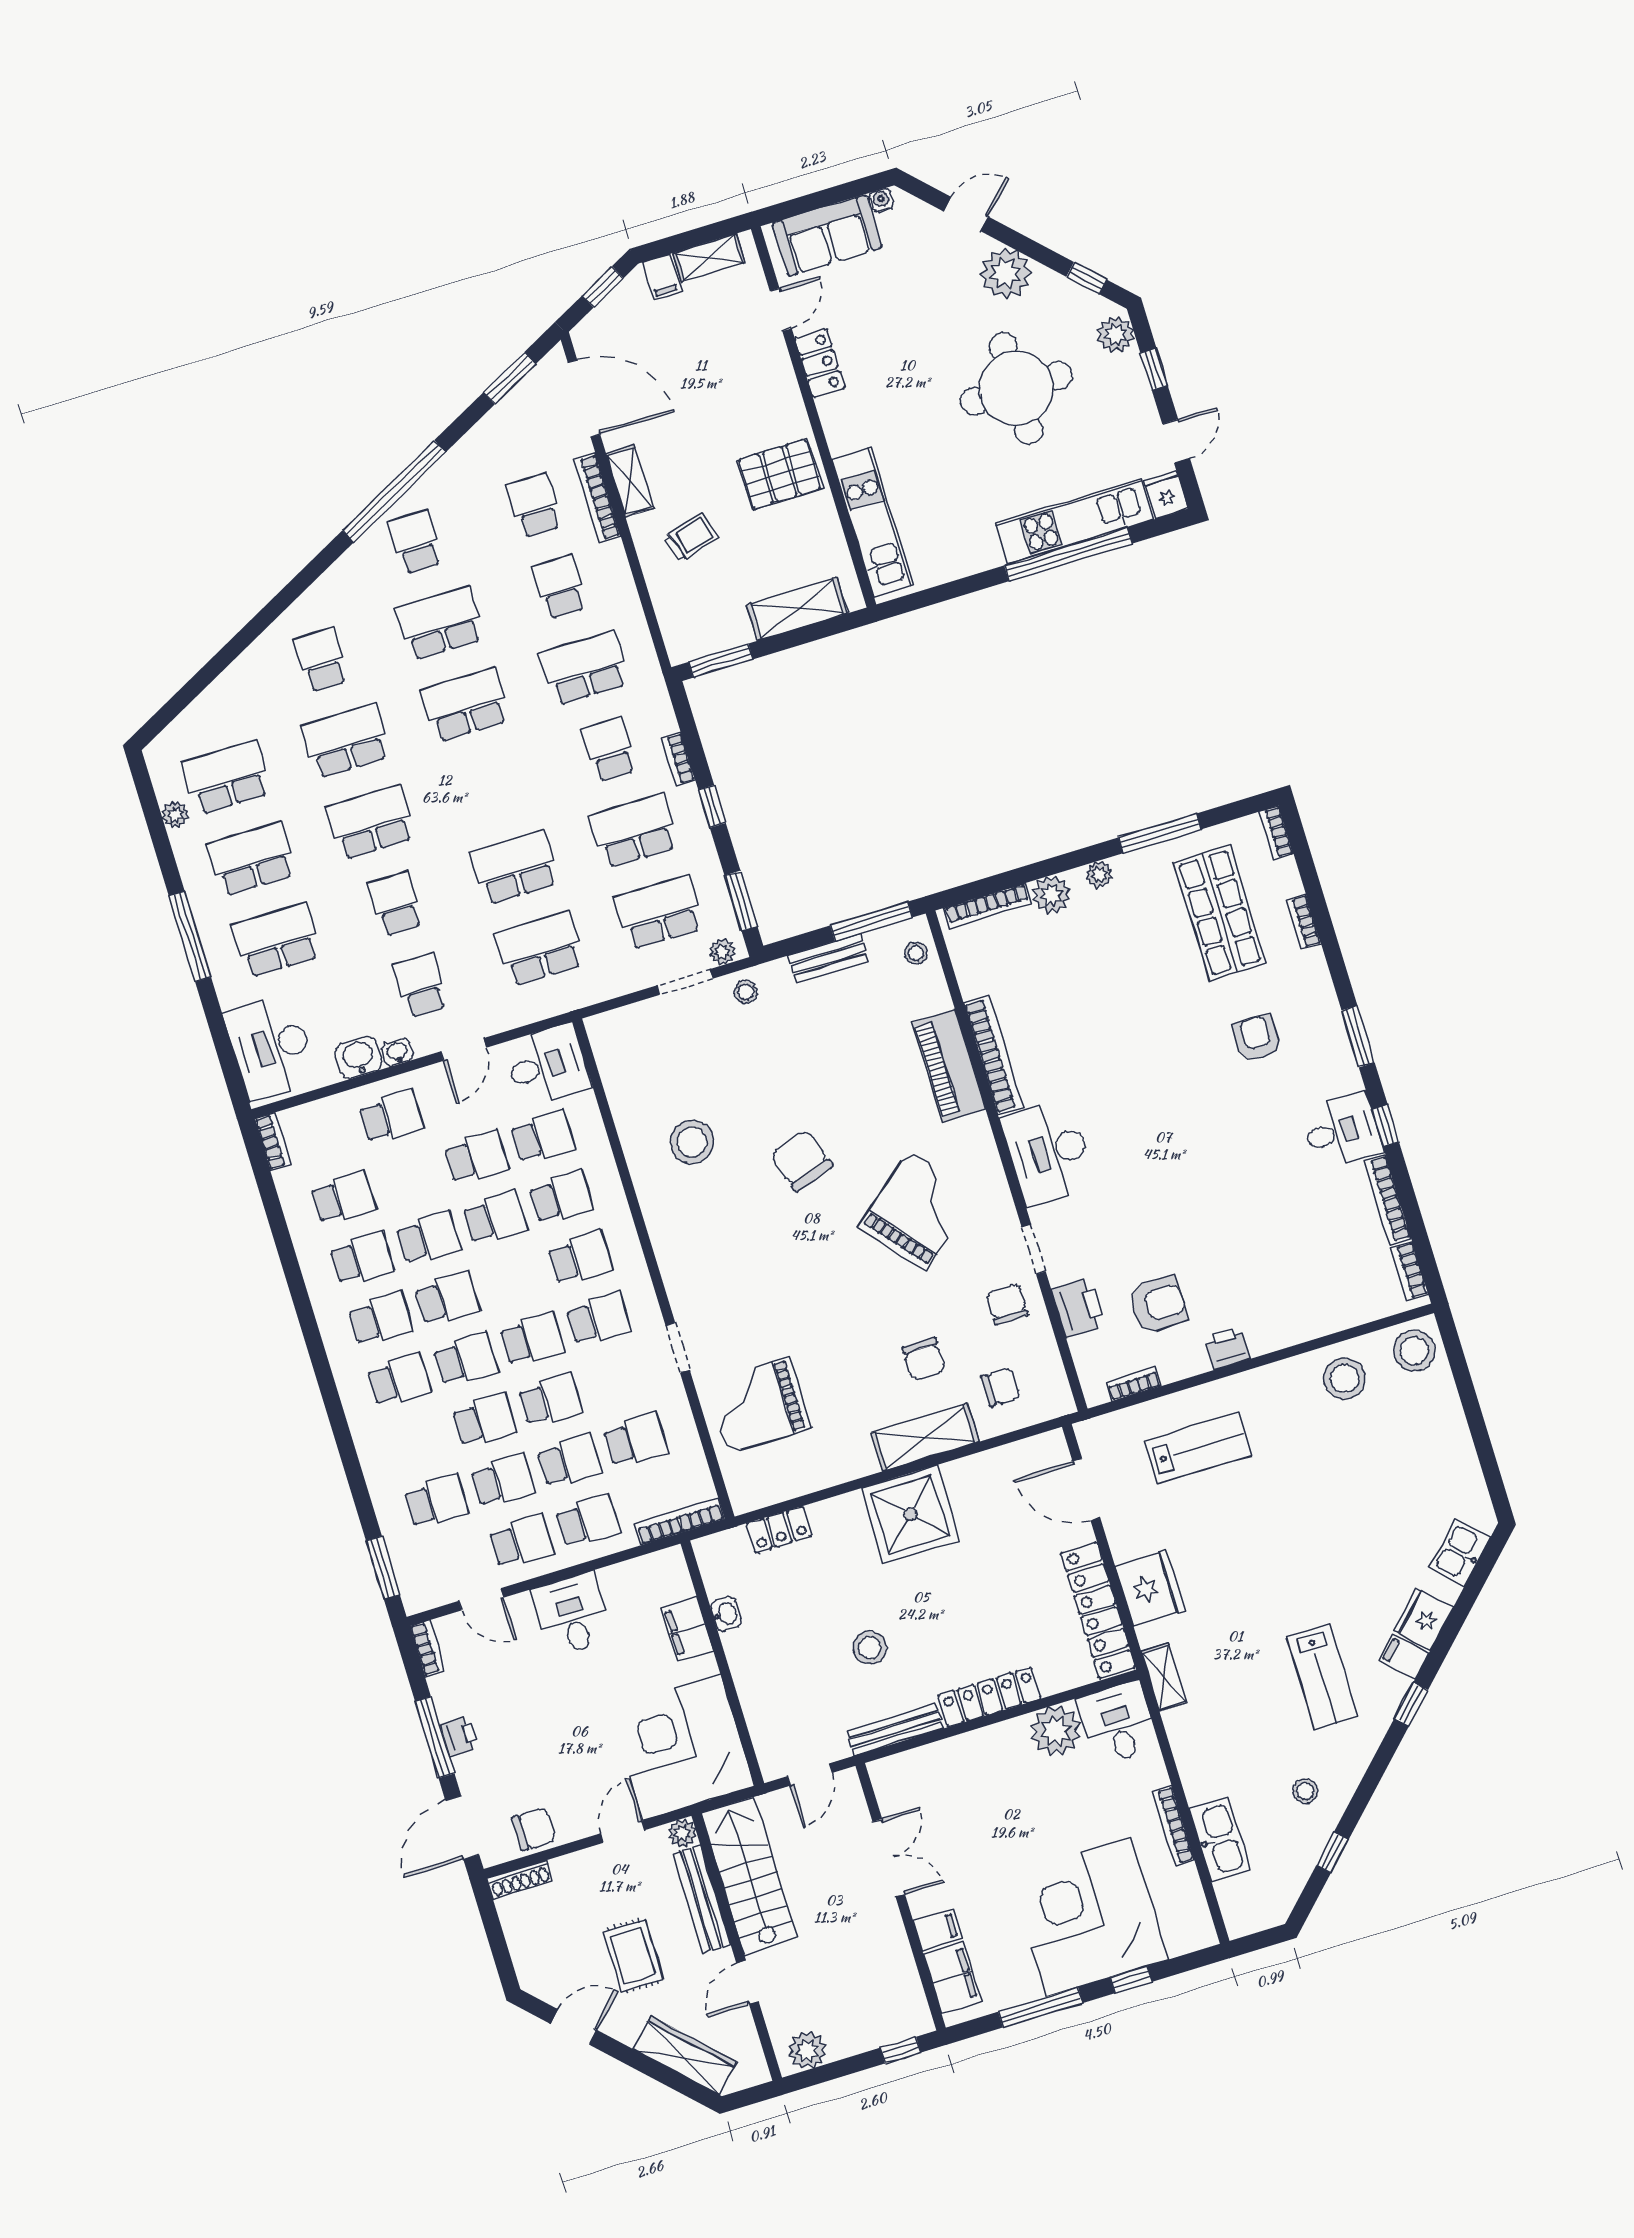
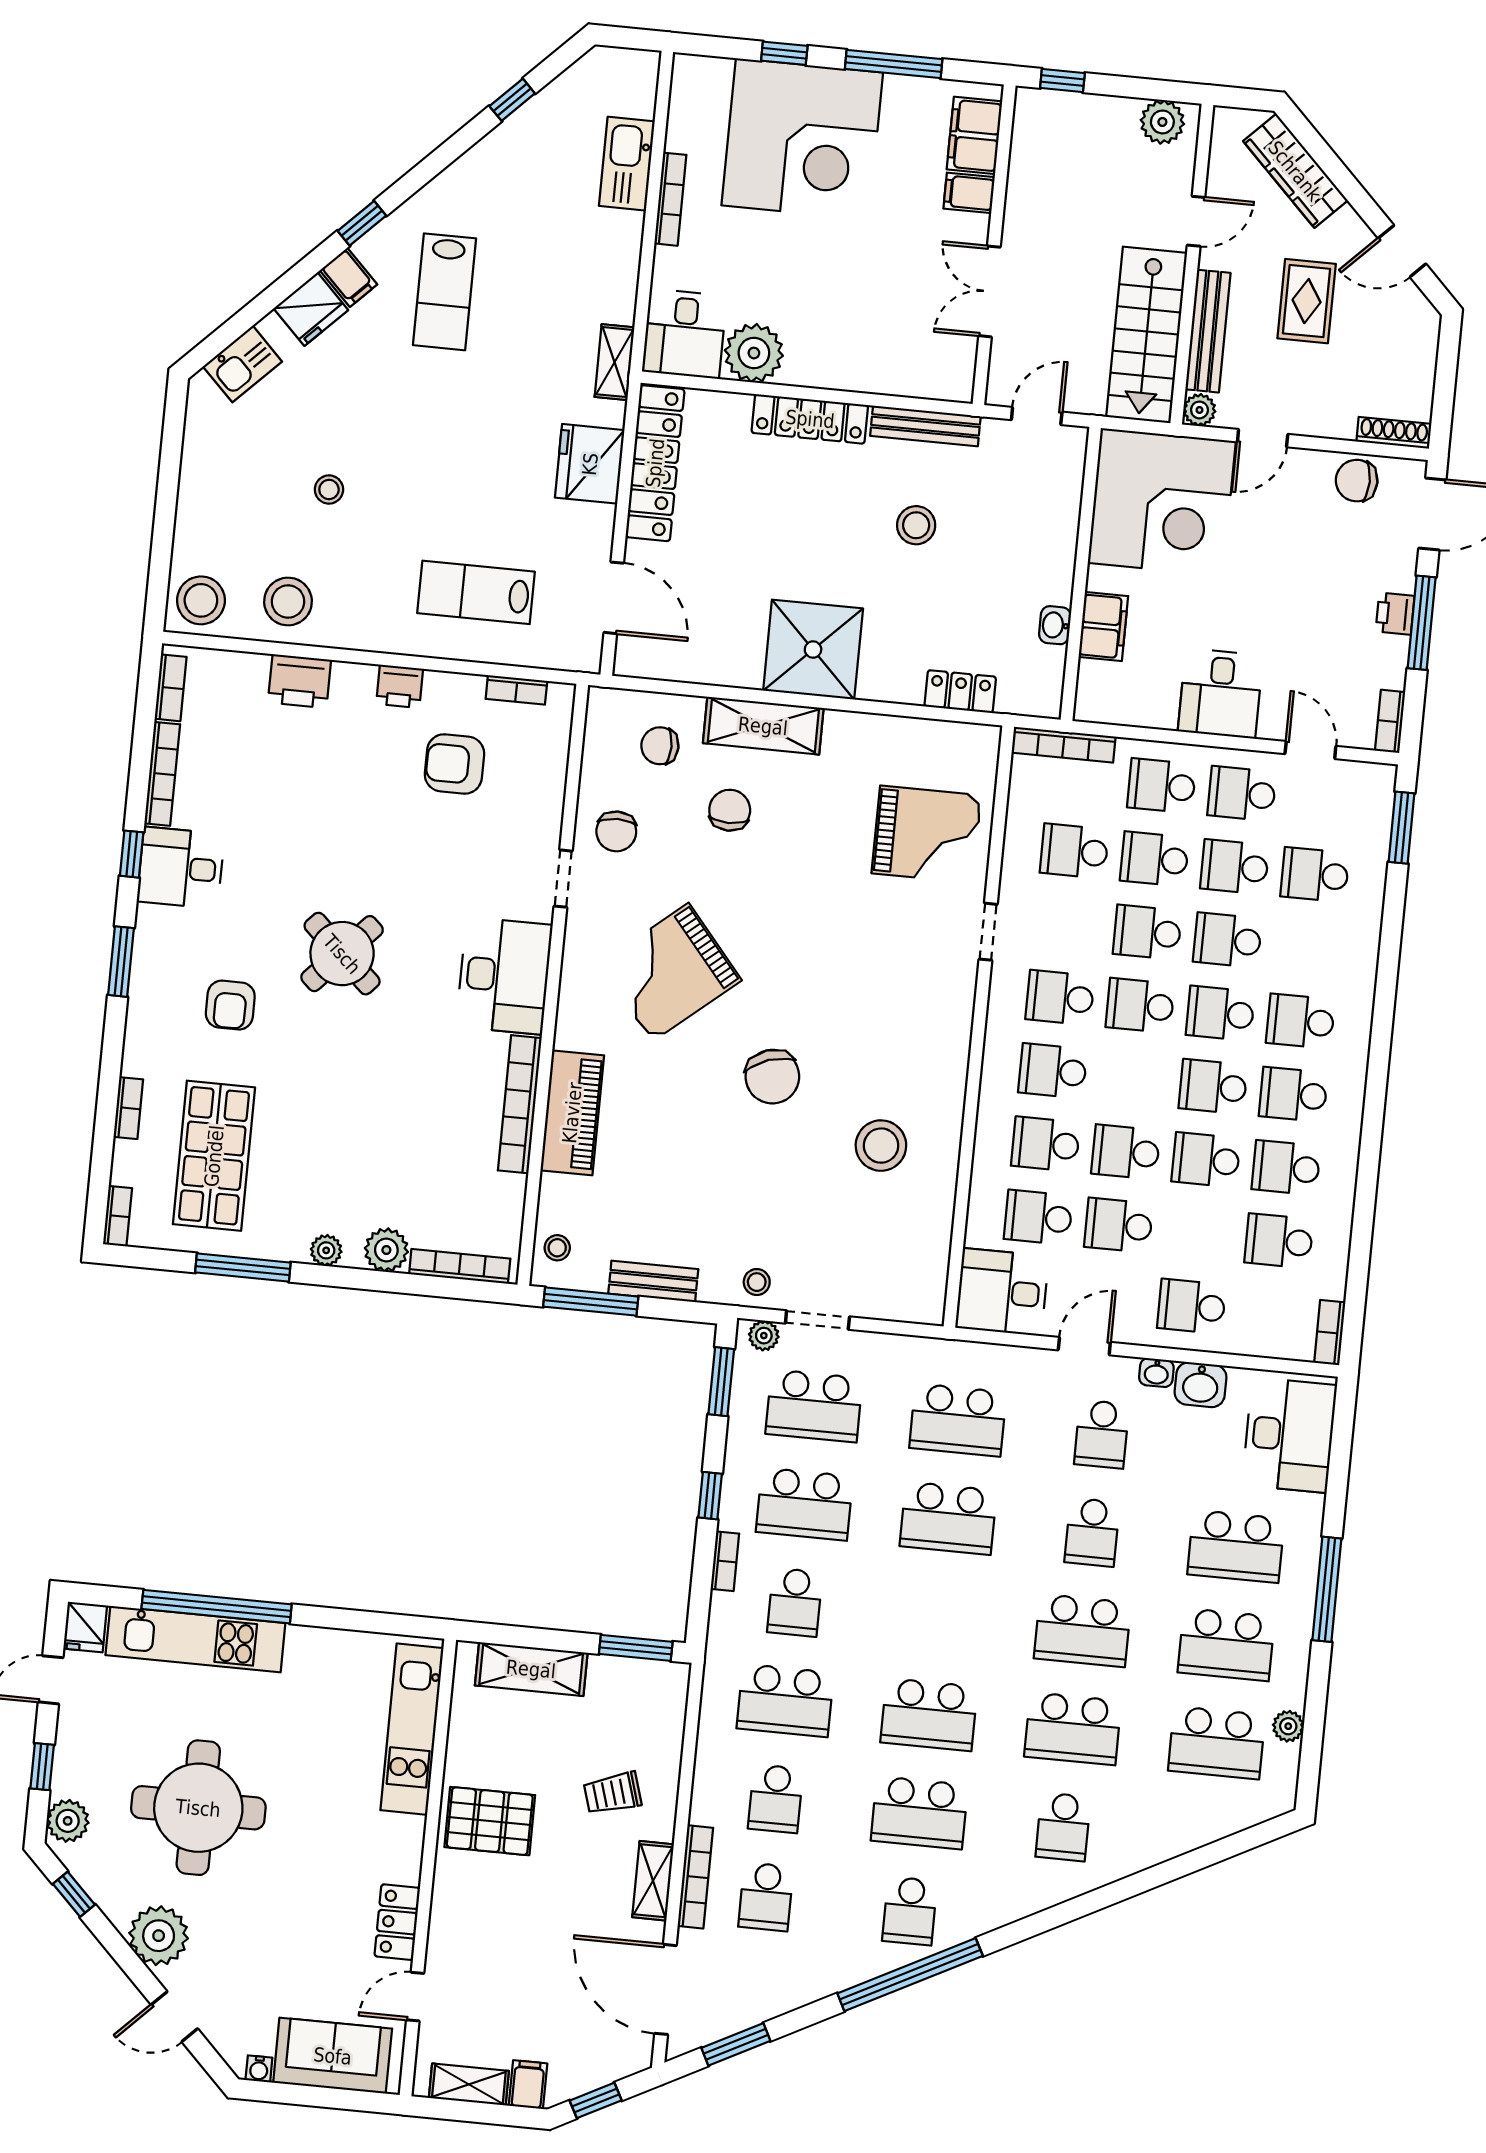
round table: (1185, 1116) -> (342, 954), added
printer: (1079, 1308) -> (299, 681), moved, turned -90
lab bench: (1323, 1677) -> (445, 292), turned 180
stool: (1305, 1791) -> (329, 490), moved

